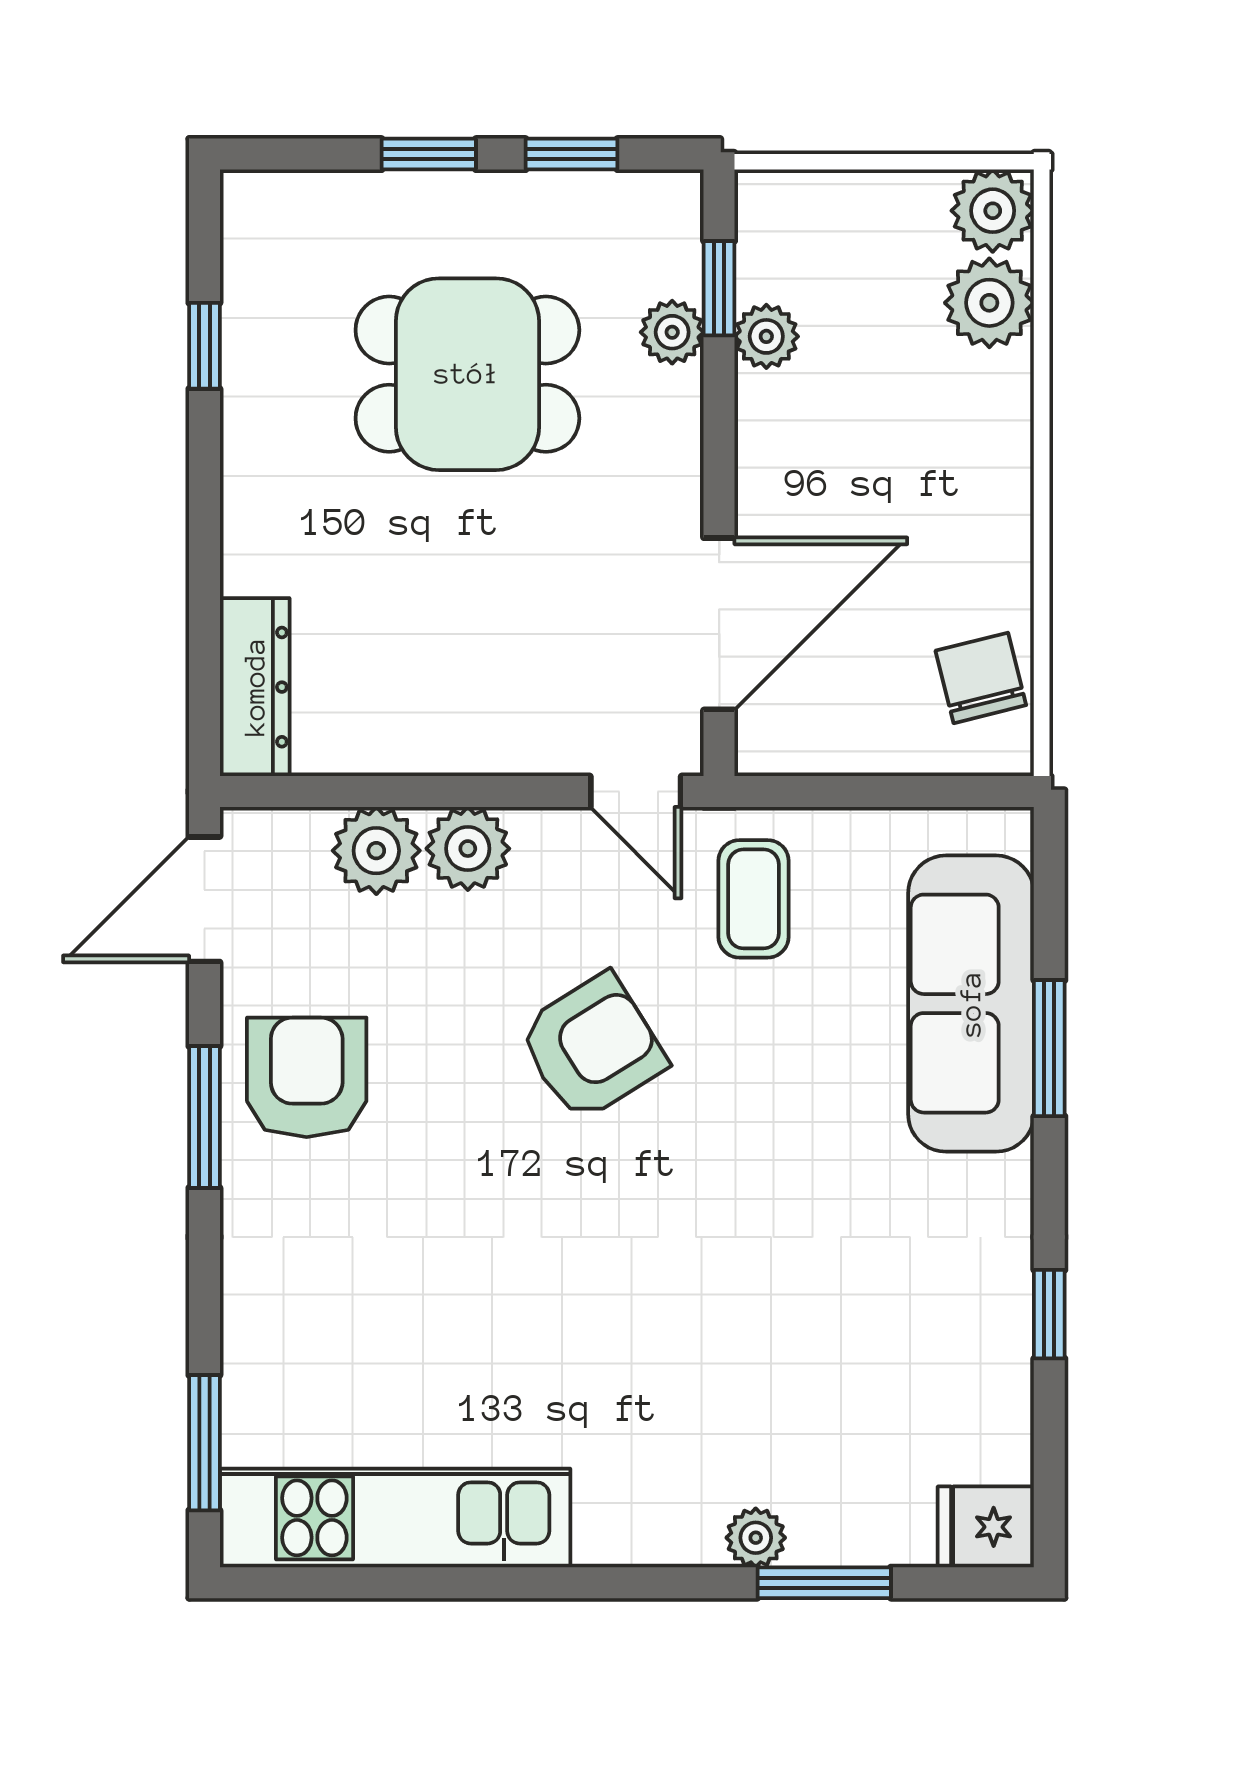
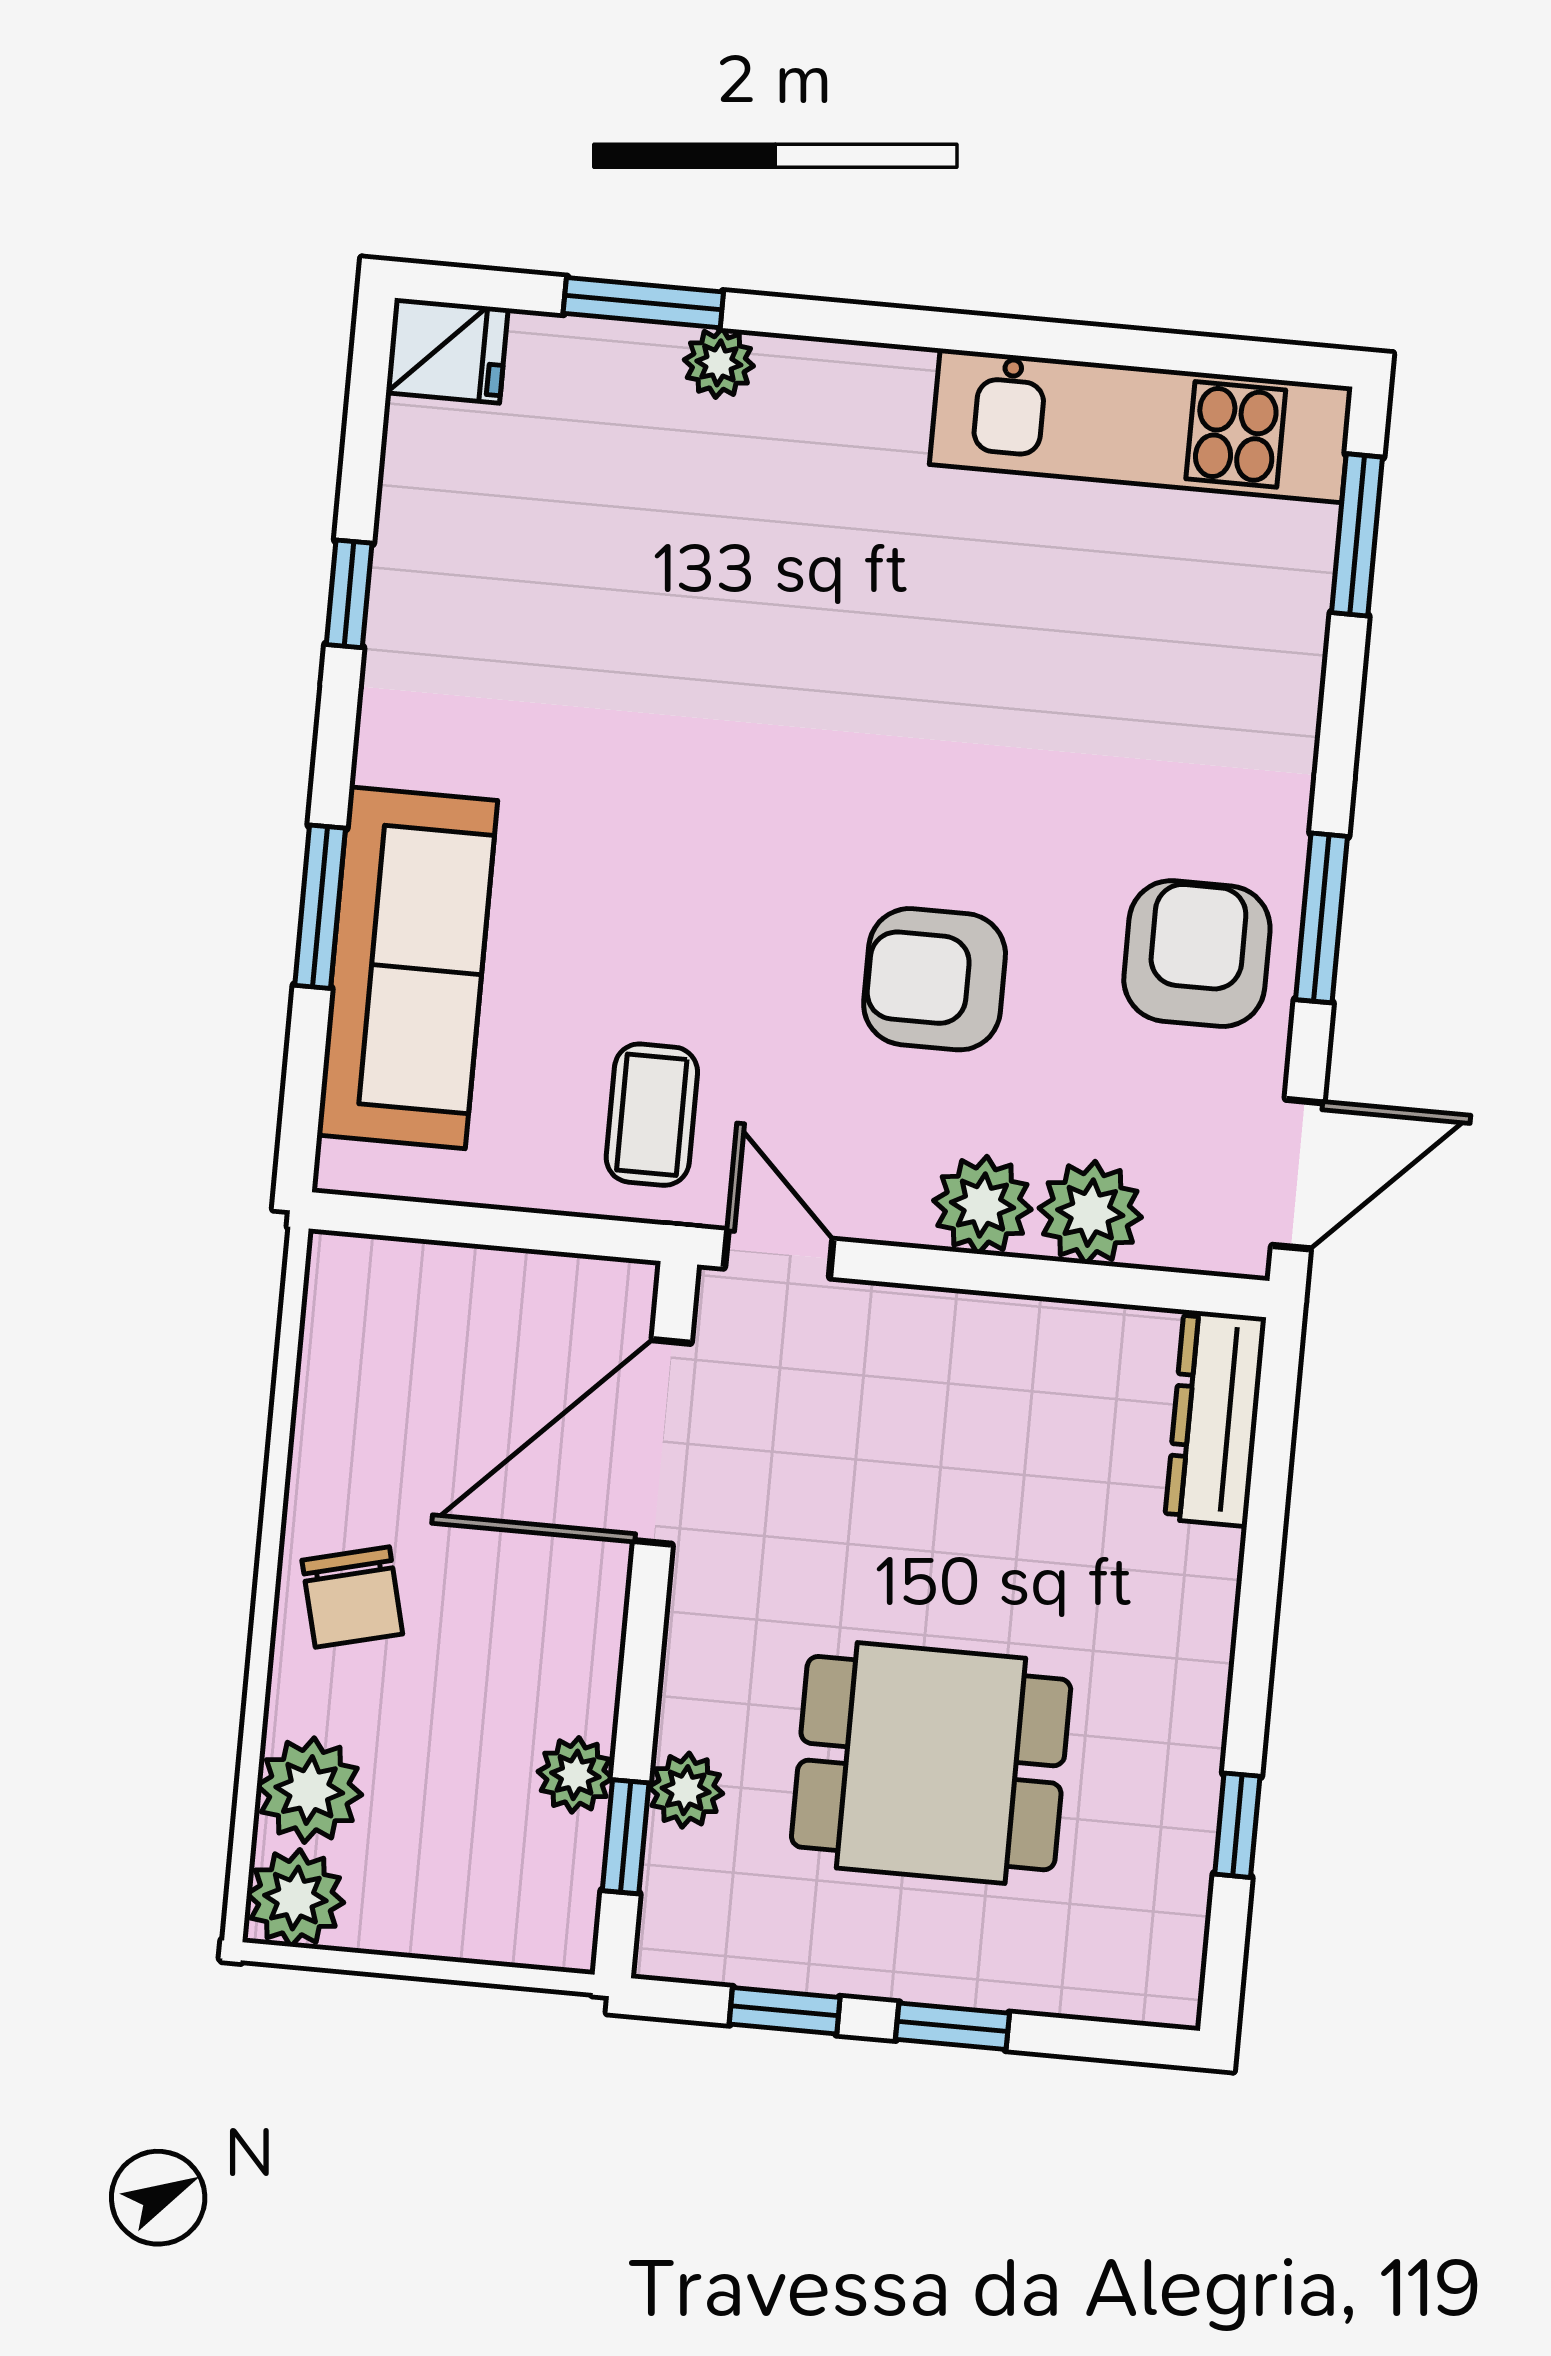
chair: (981, 678) -> (352, 1597), moved
armchair: (592, 1047) -> (935, 979), moved, turned 32
armchair: (307, 1077) -> (1197, 954), turned 180

